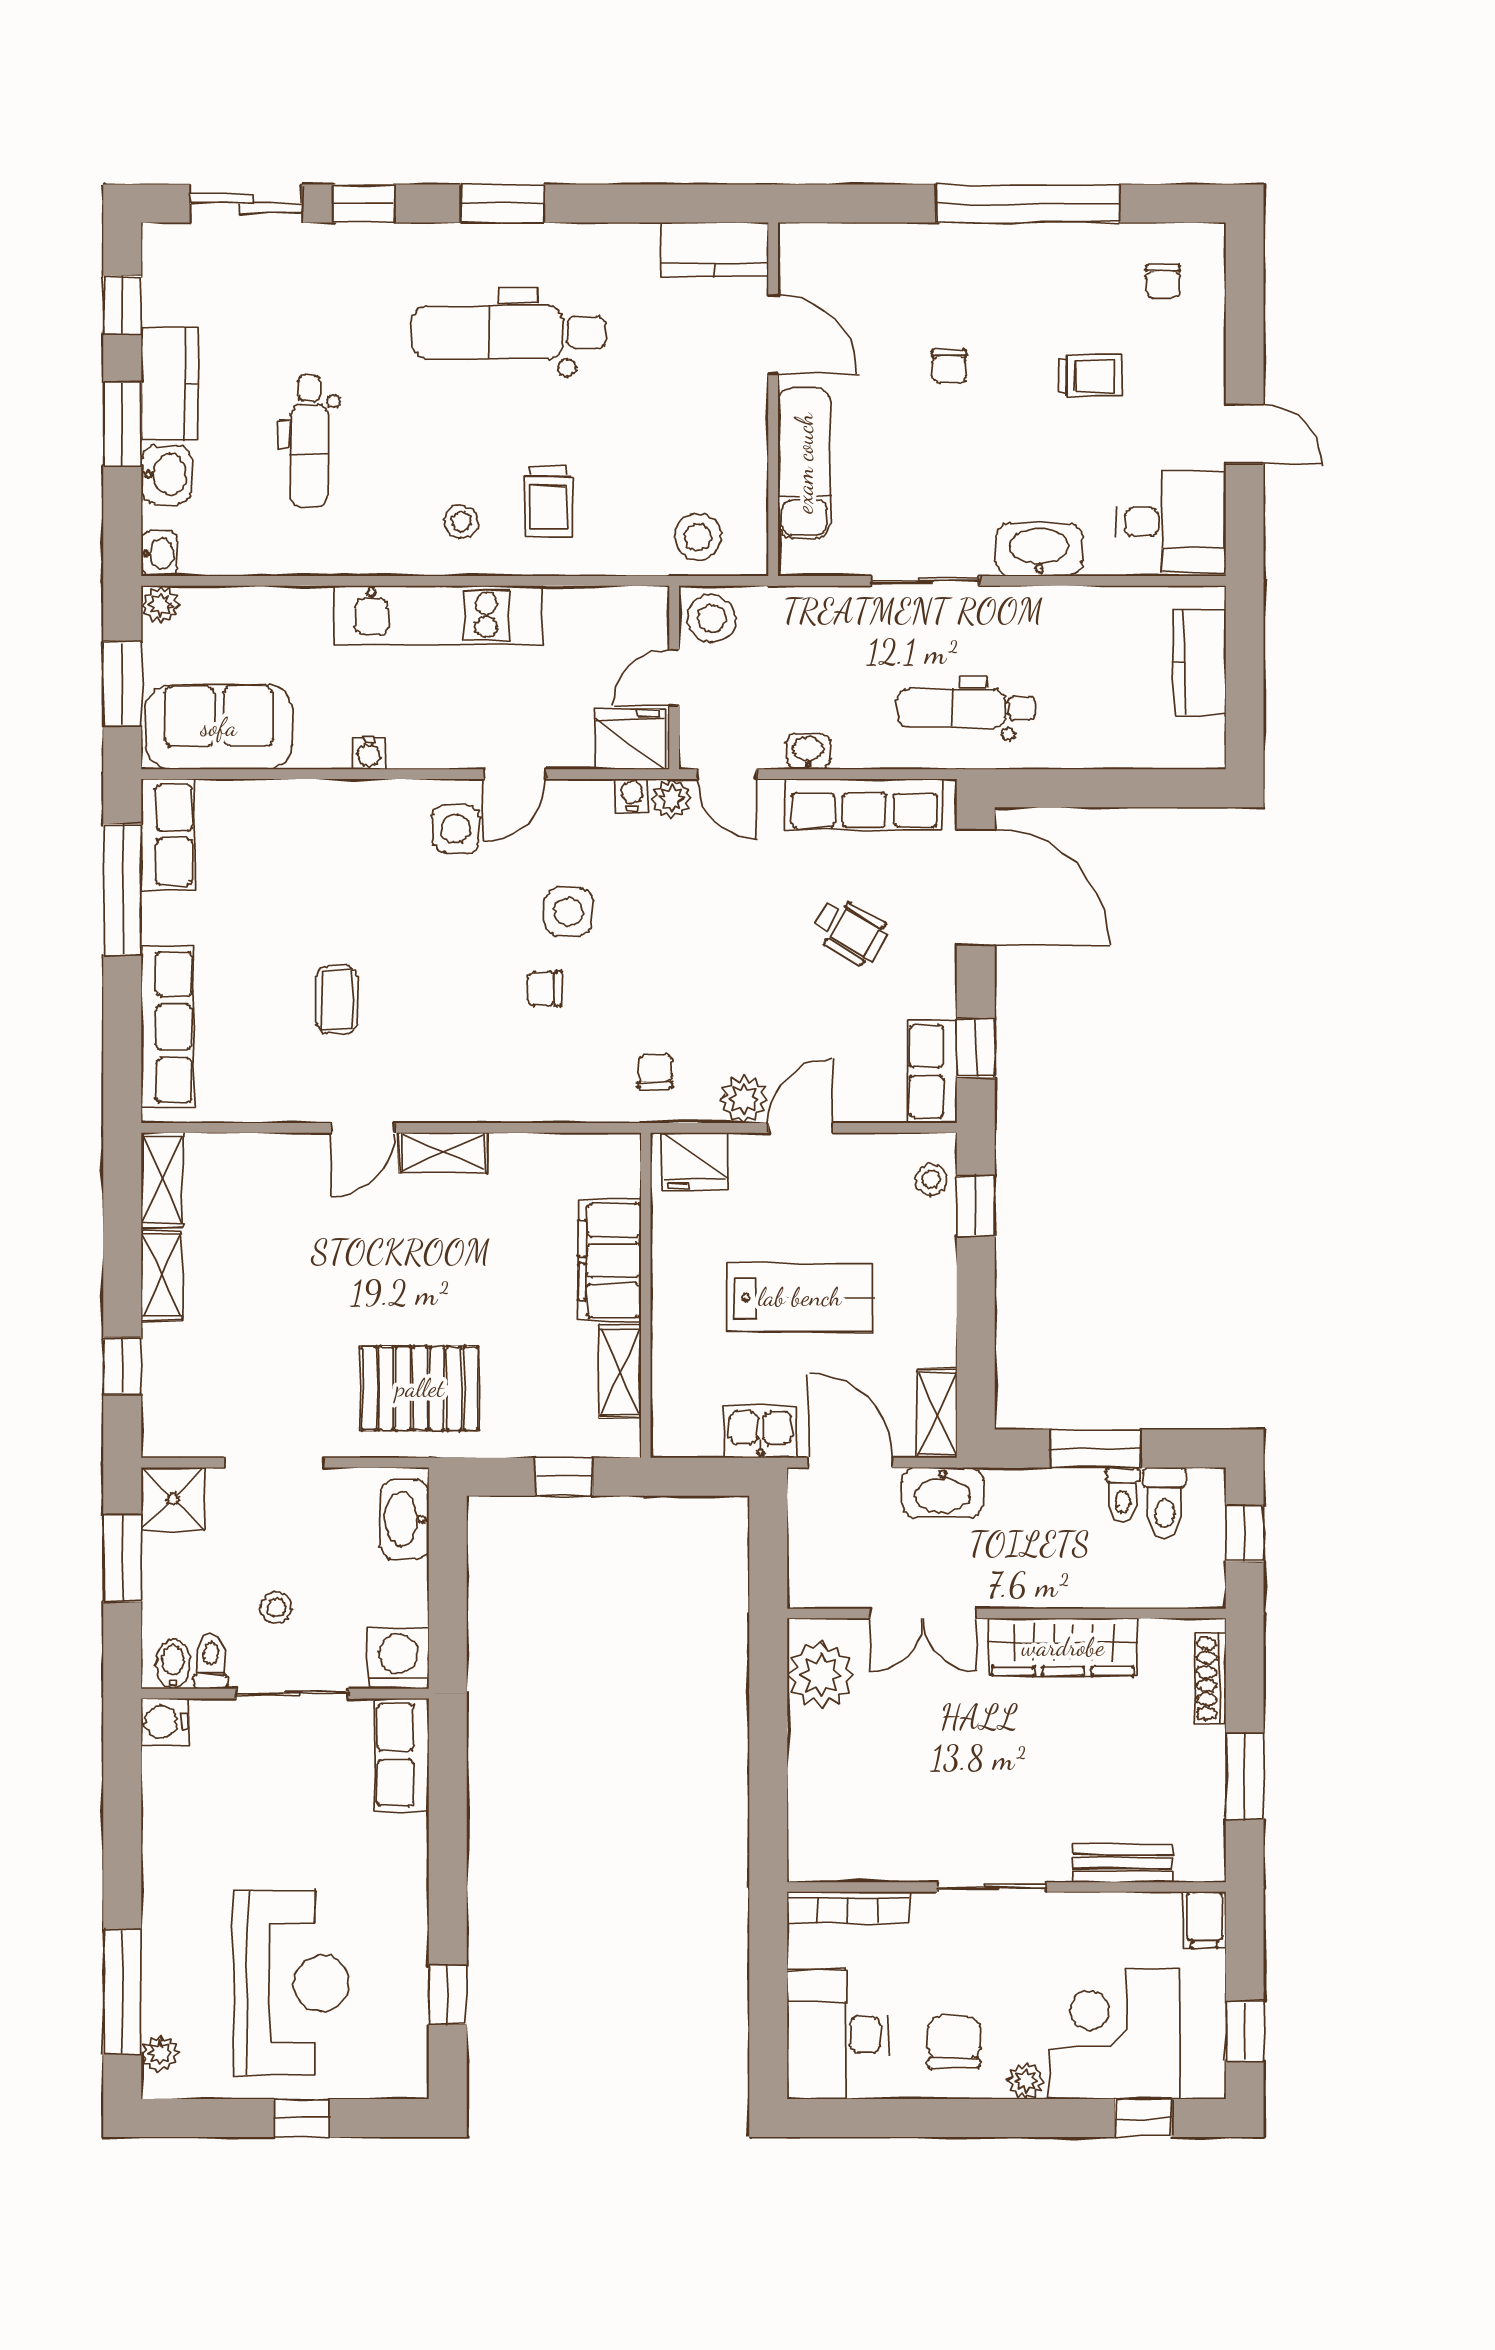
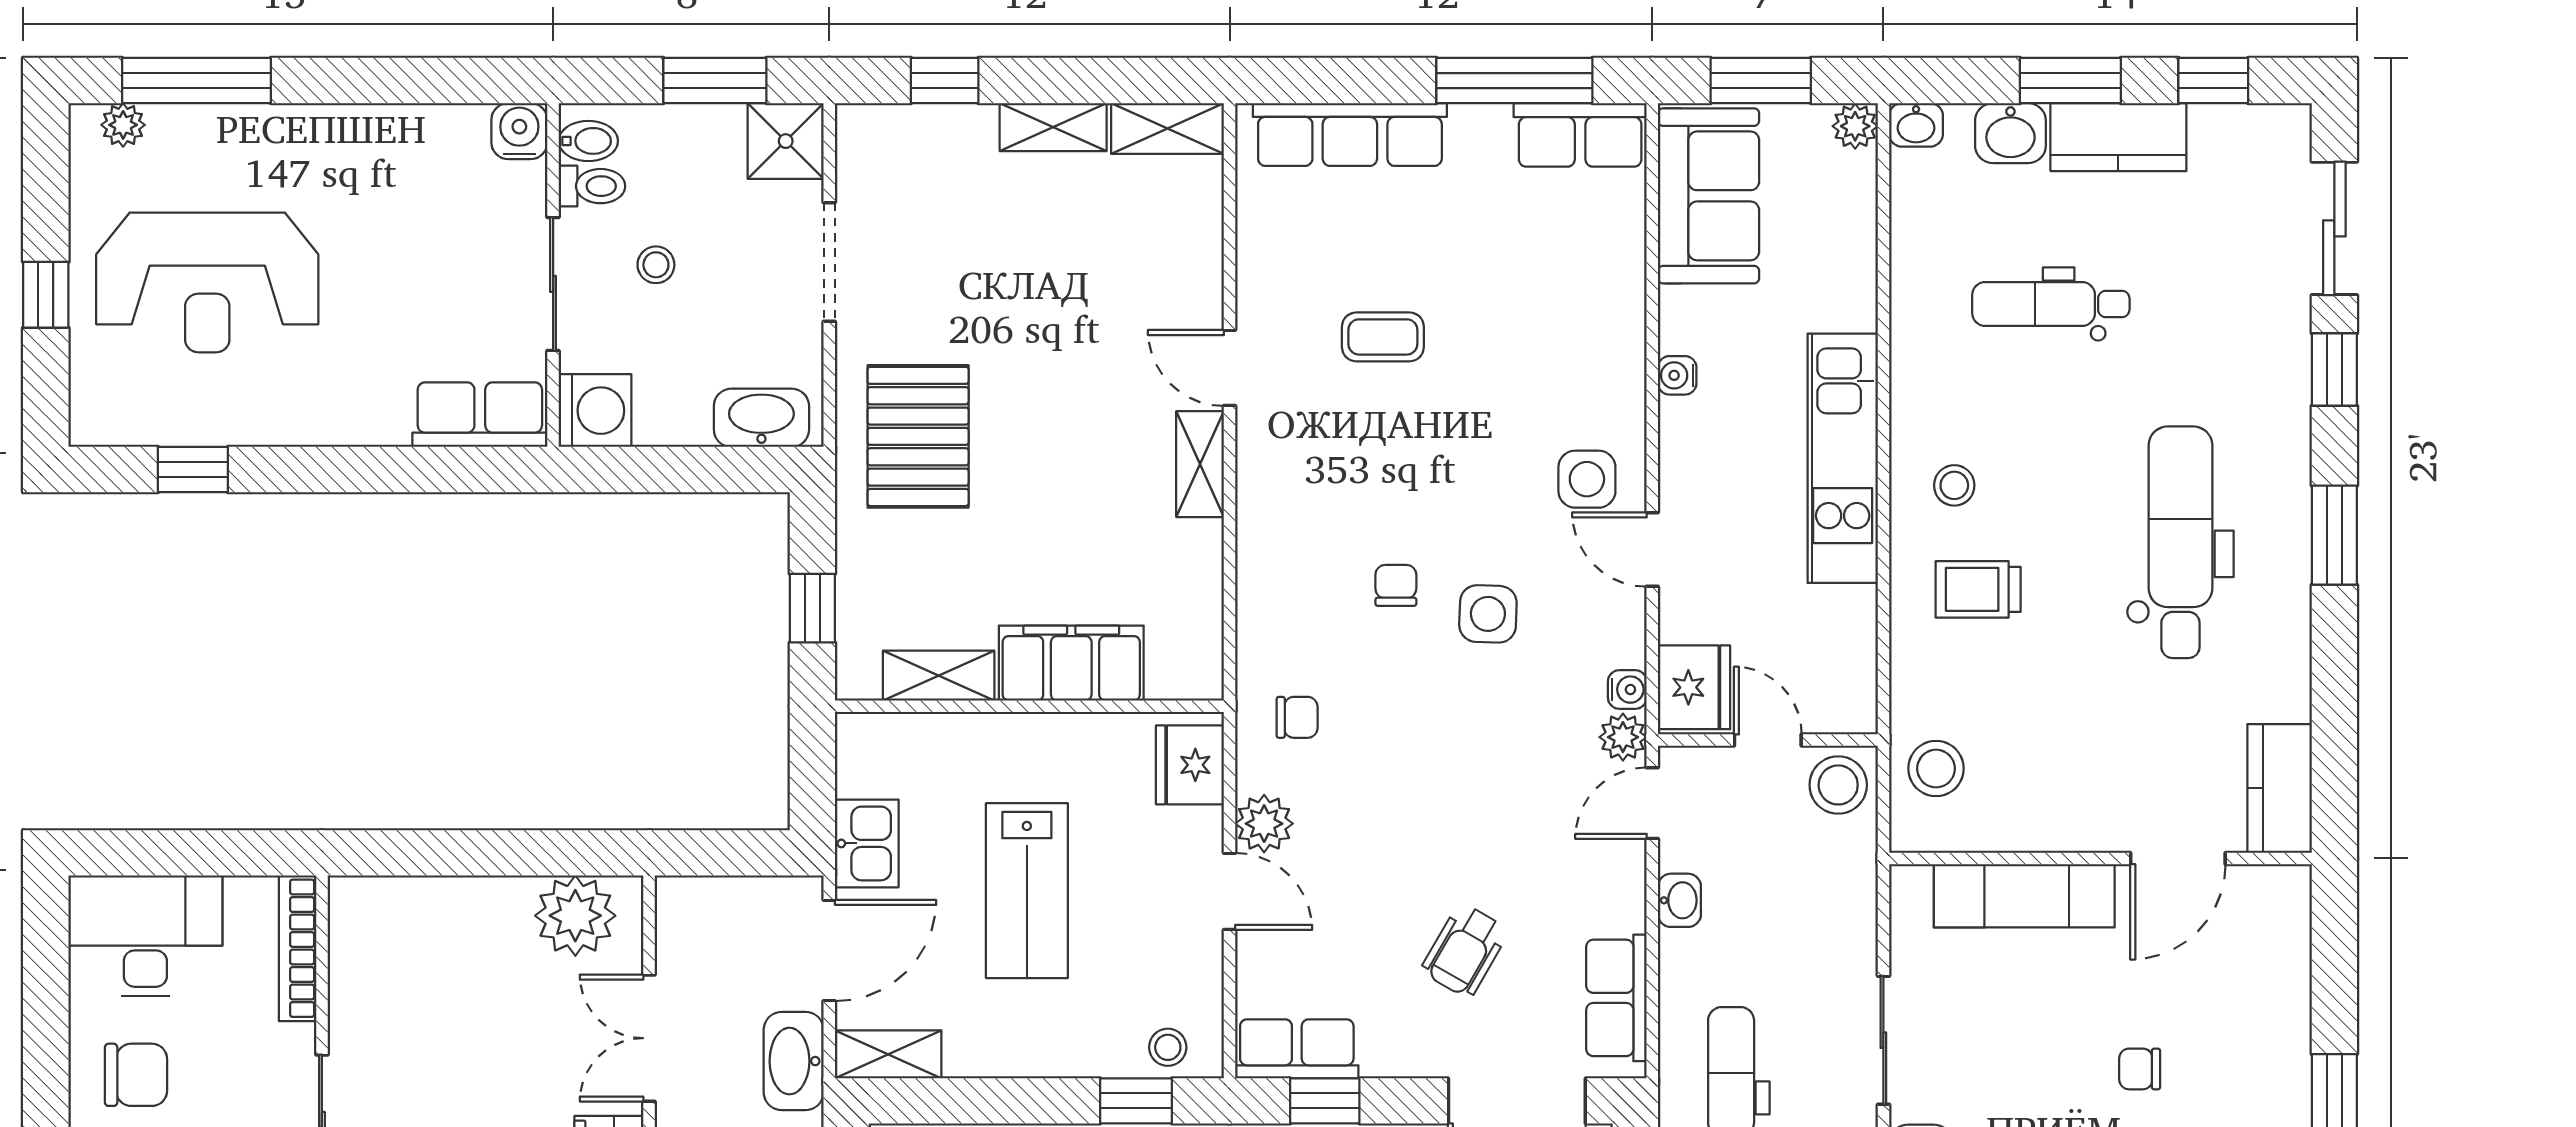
row of seats: (864, 804) -> (1616, 998), width x0.68

